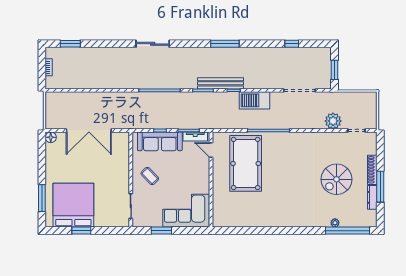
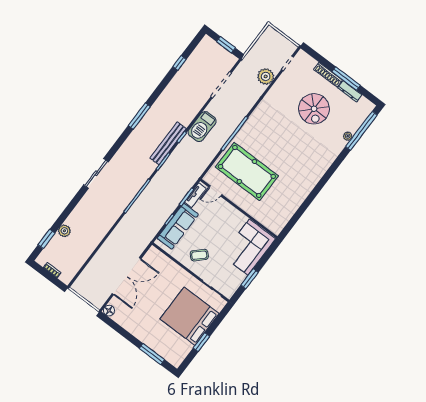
plant: (88, 53) -> (64, 231), added
bed: (73, 205) -> (190, 316), moved

